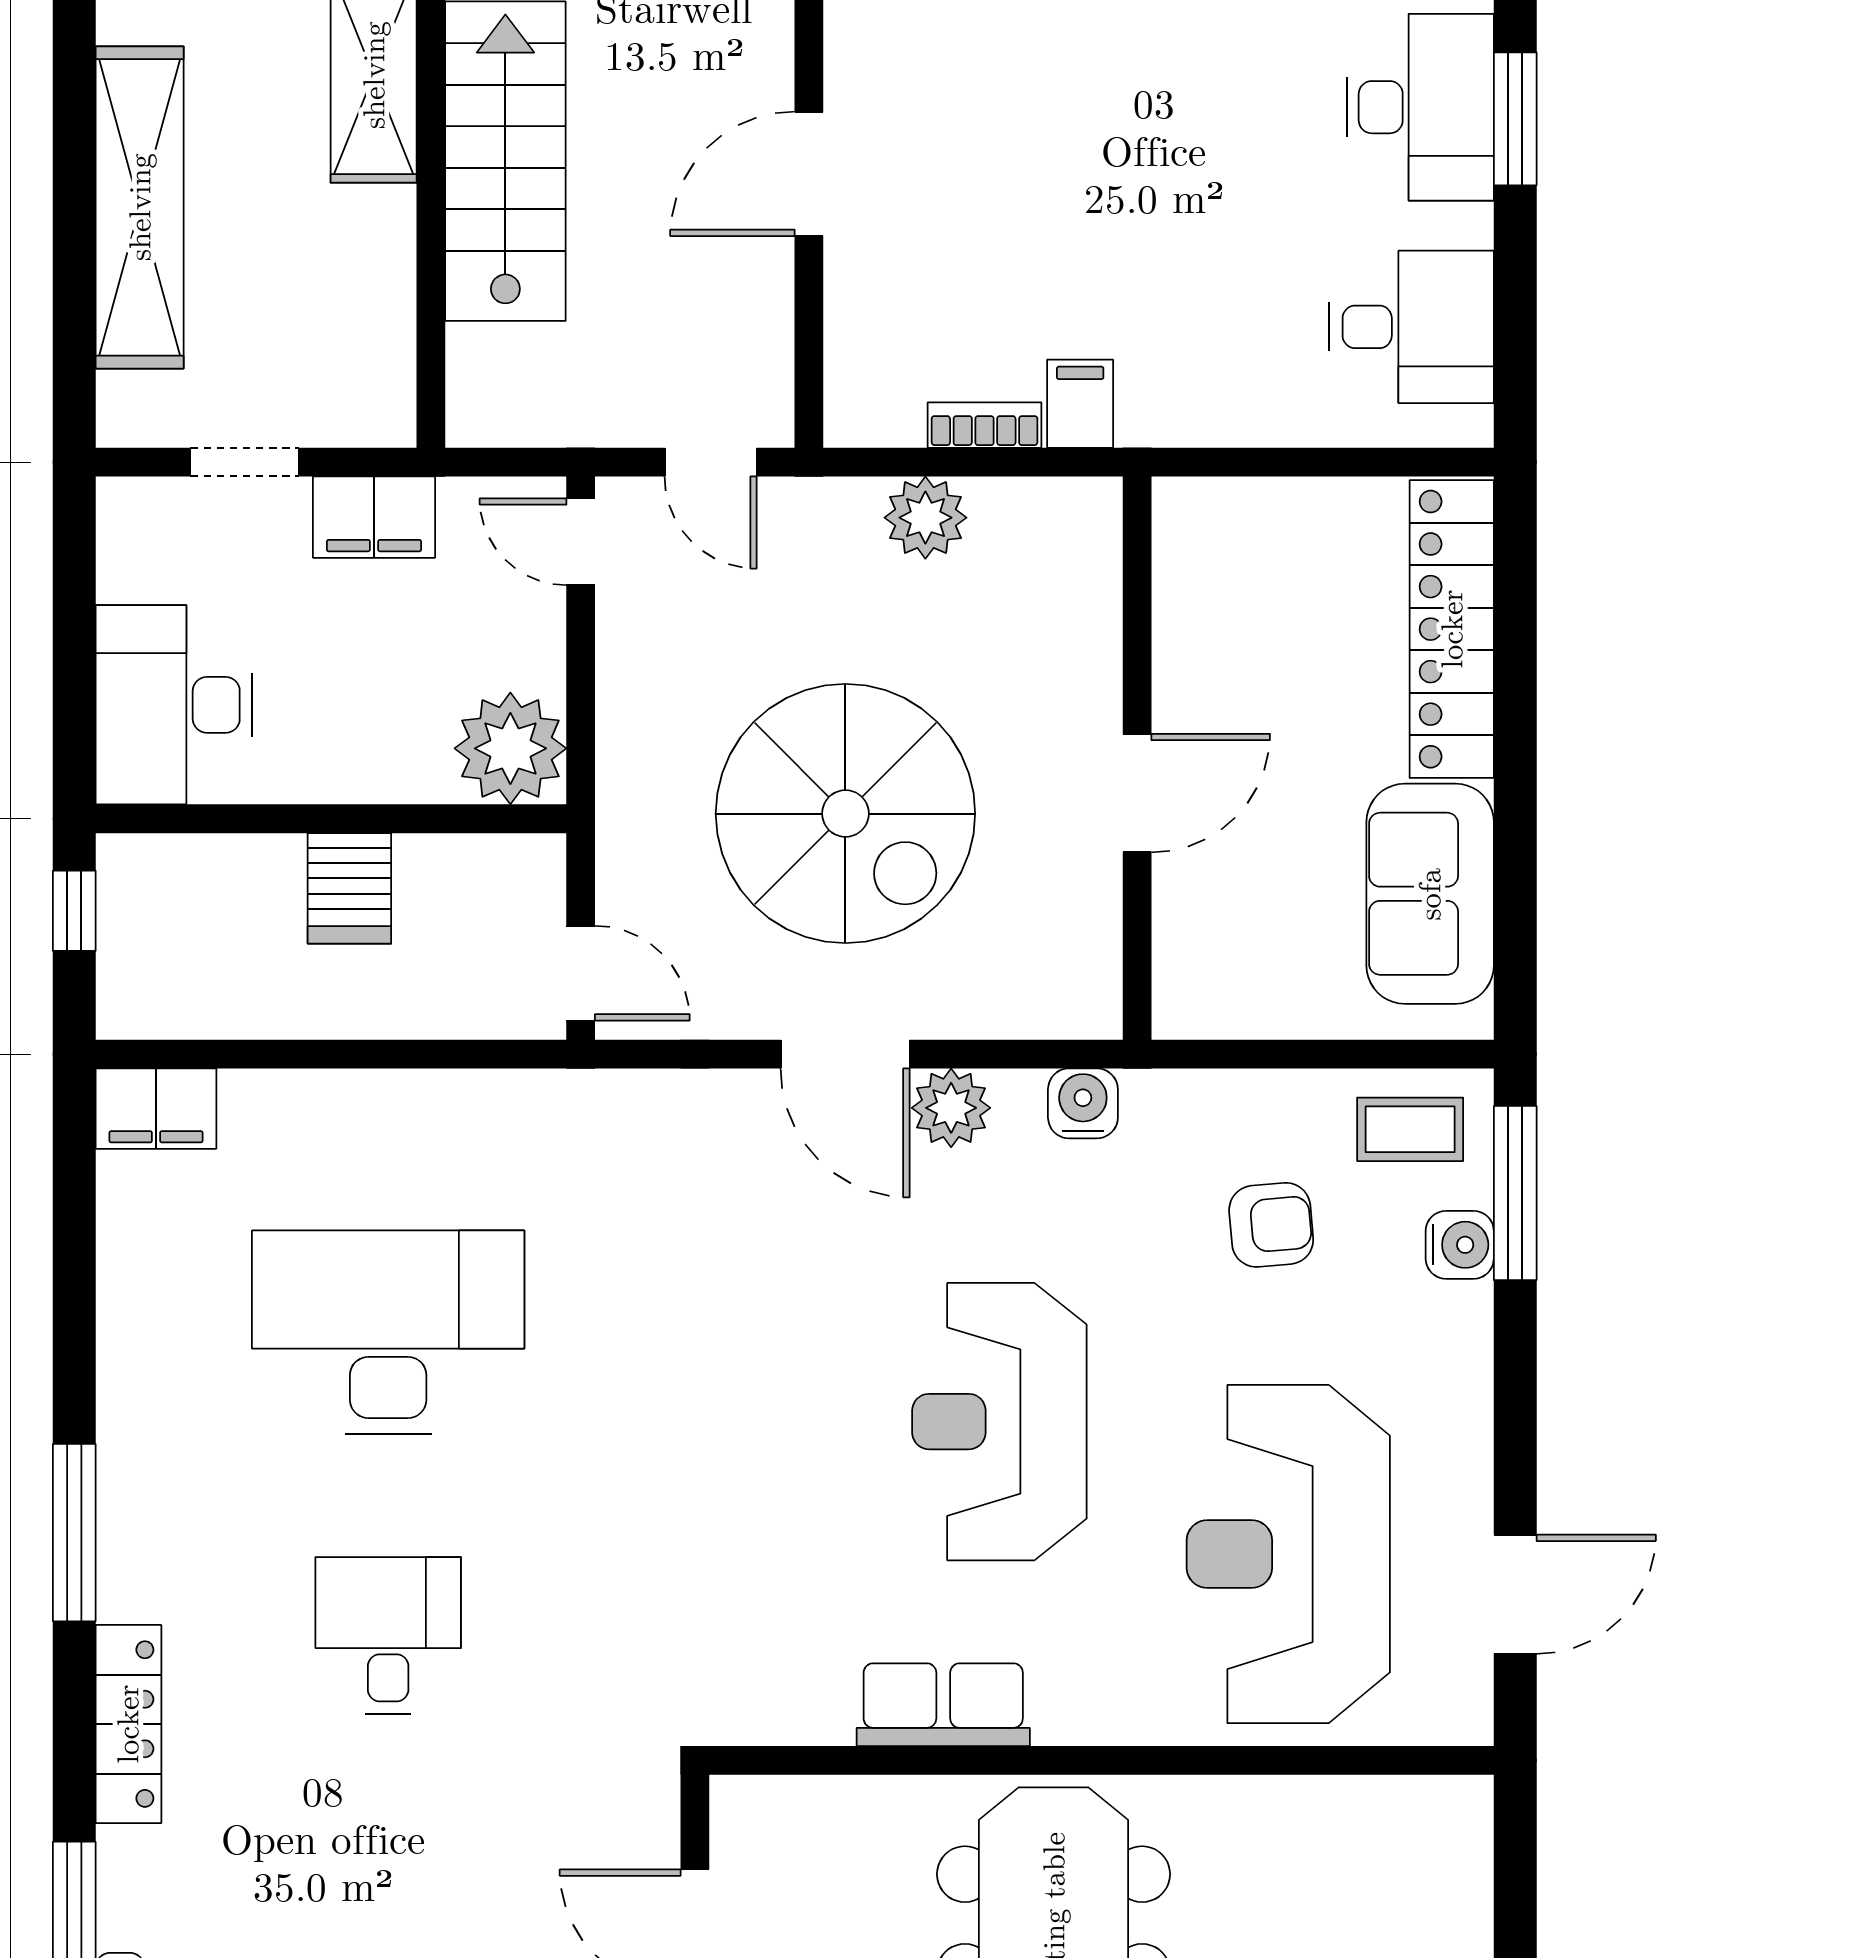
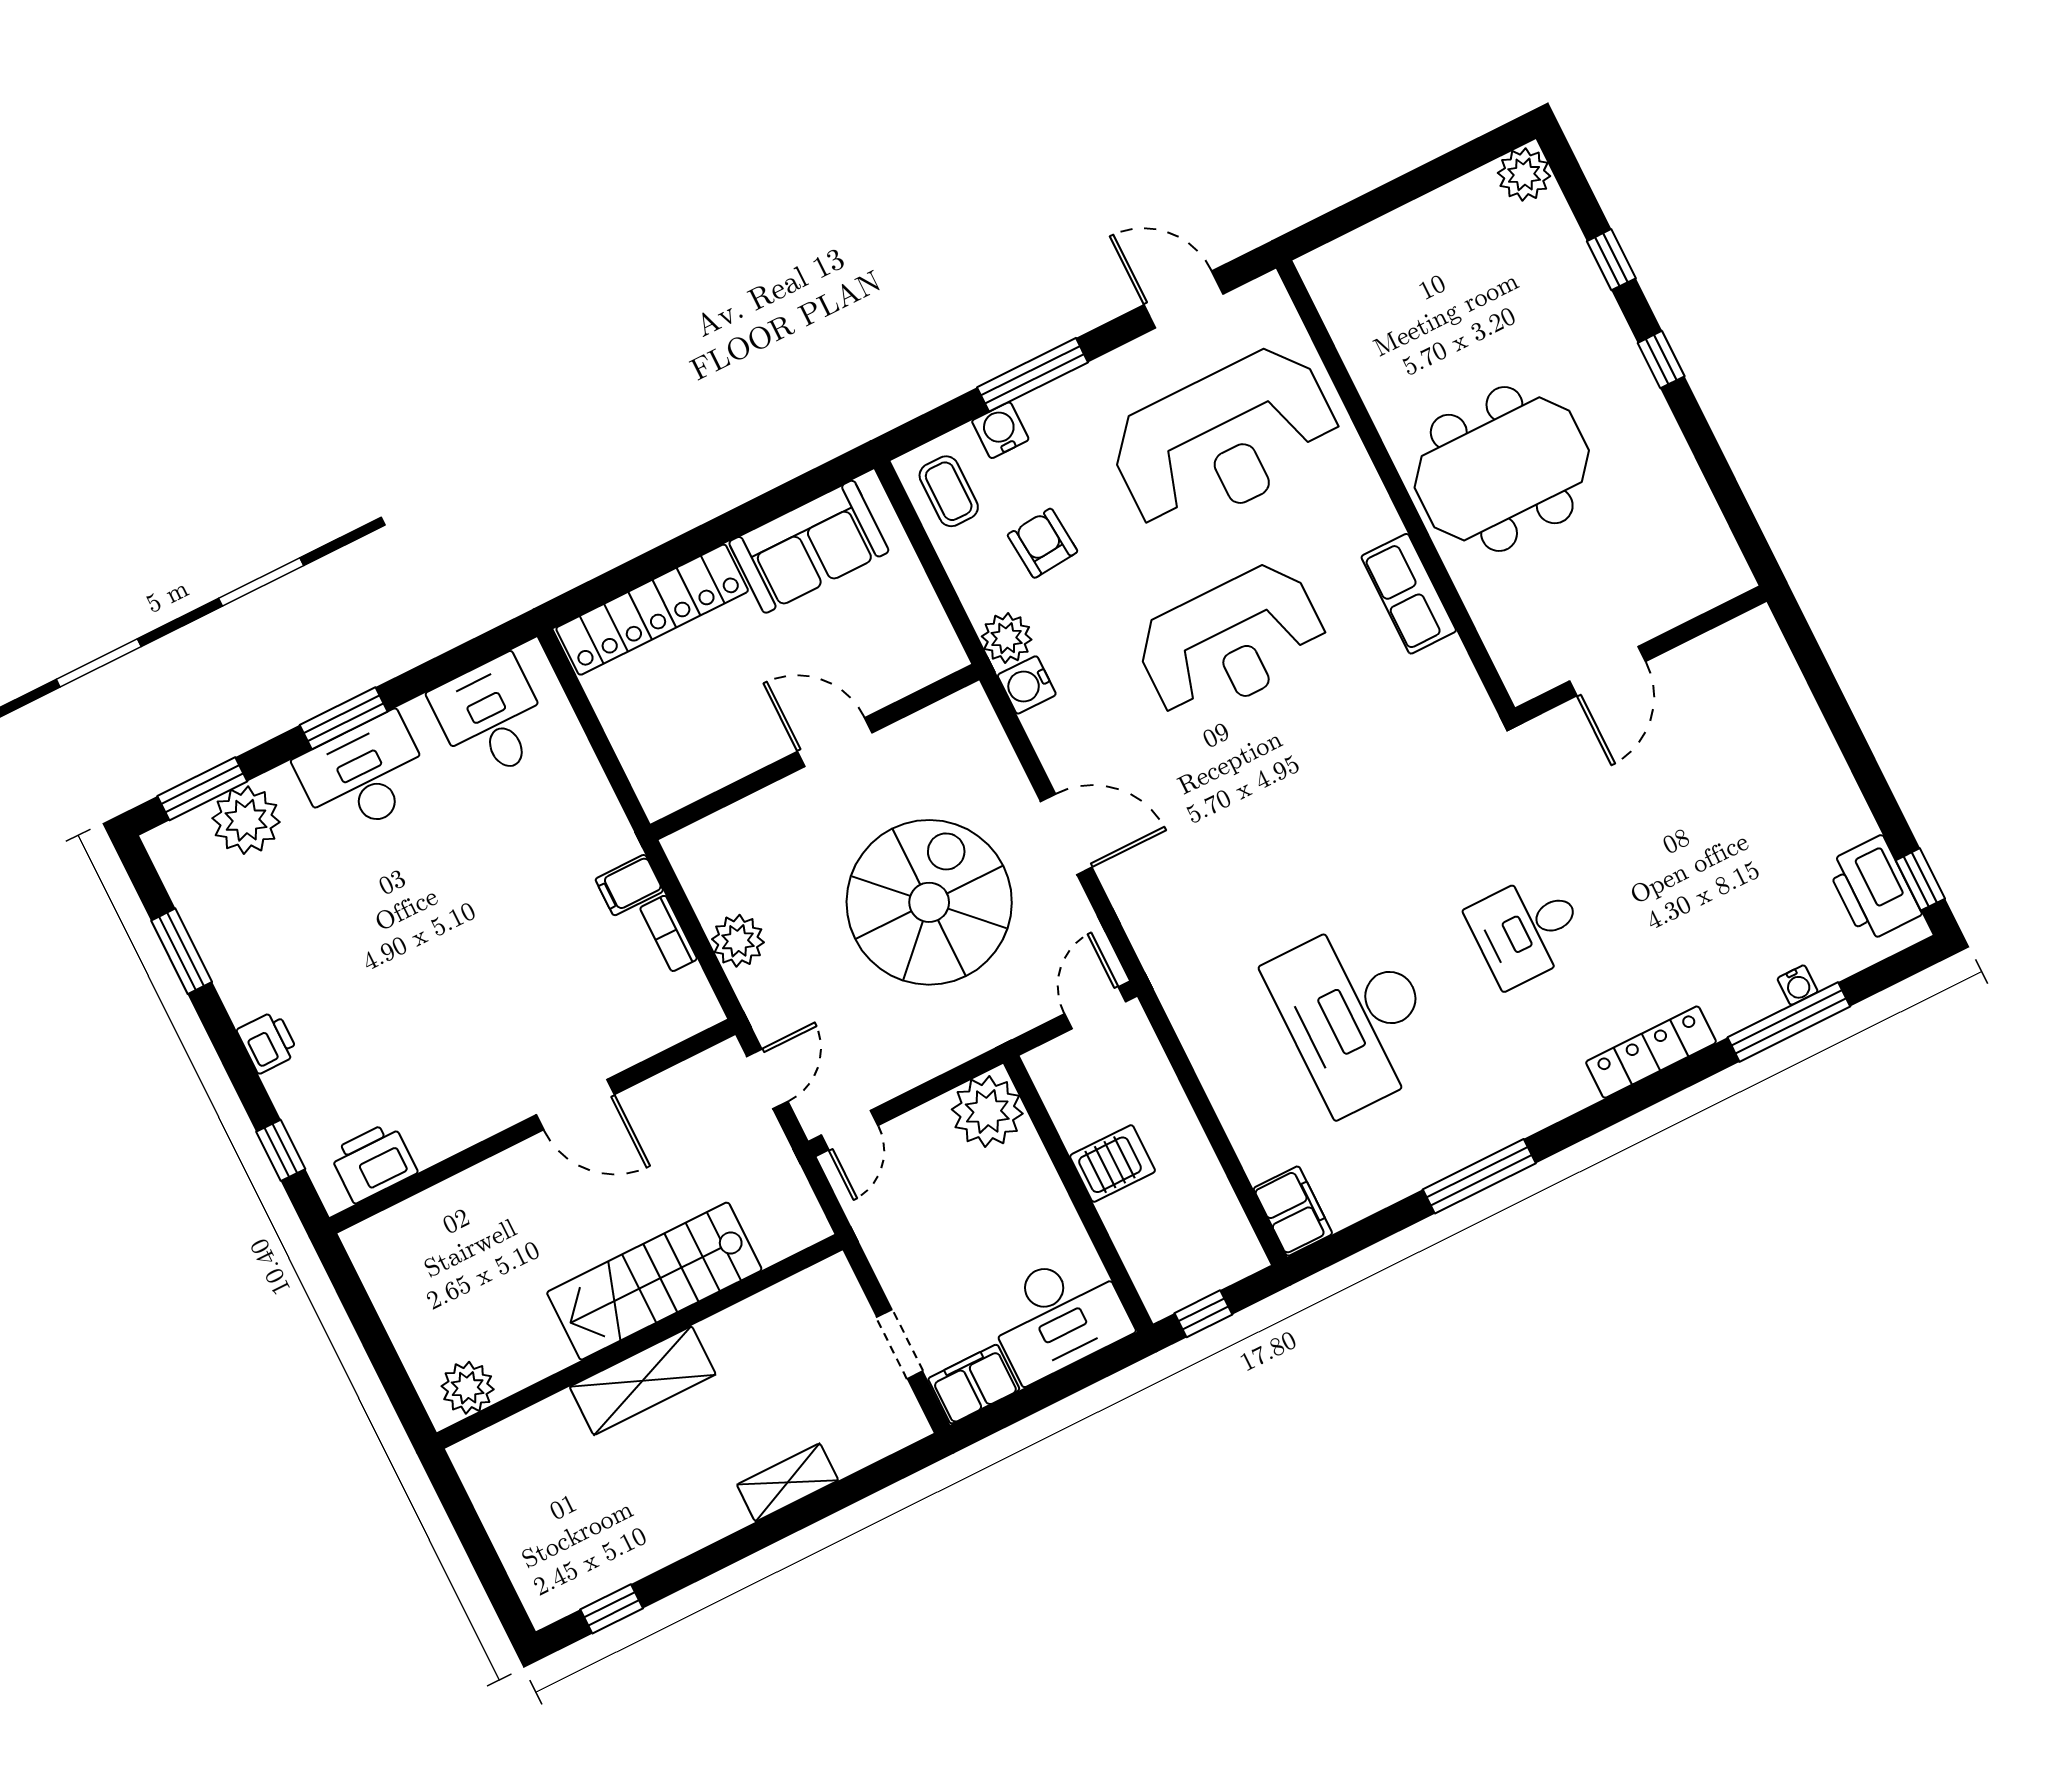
shelving: (140, 207) -> (788, 1482), width x0.45, depth x0.75
filing cabinet: (374, 517) -> (974, 1384), moved, turned -90
door: (845, 1054) -> (1066, 834), hinge flipped
plant: (951, 1108) -> (1007, 638), moved
window: (1515, 1193) -> (1032, 375), moved
window: (74, 1533) -> (1479, 1176), moved

